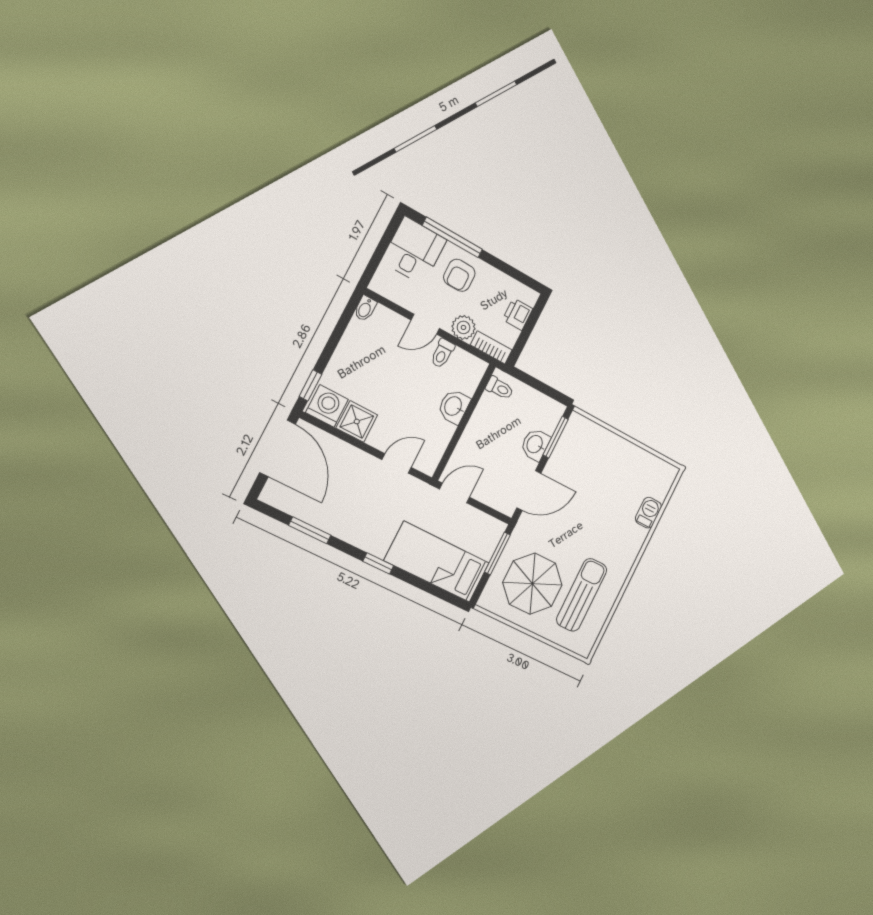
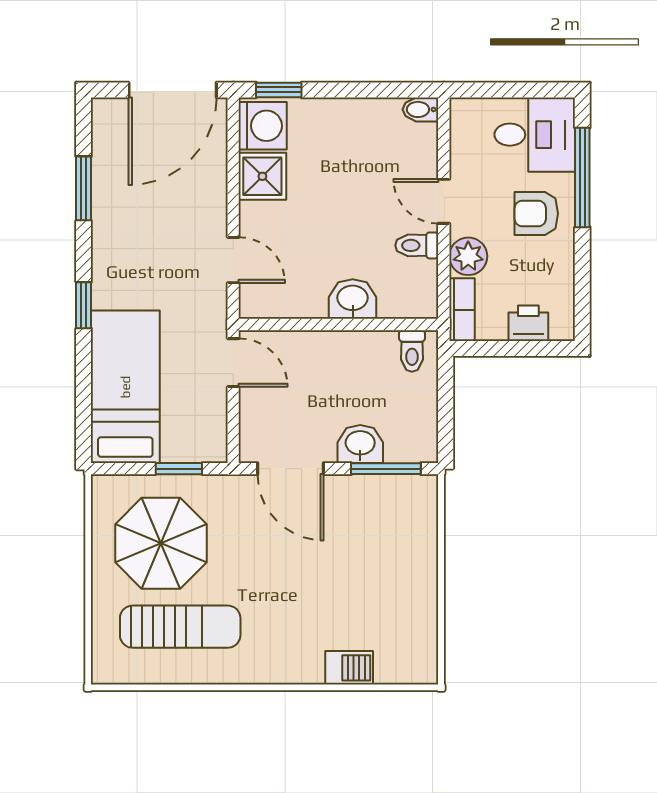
window: (497, 554) -> (179, 469), width x0.67

